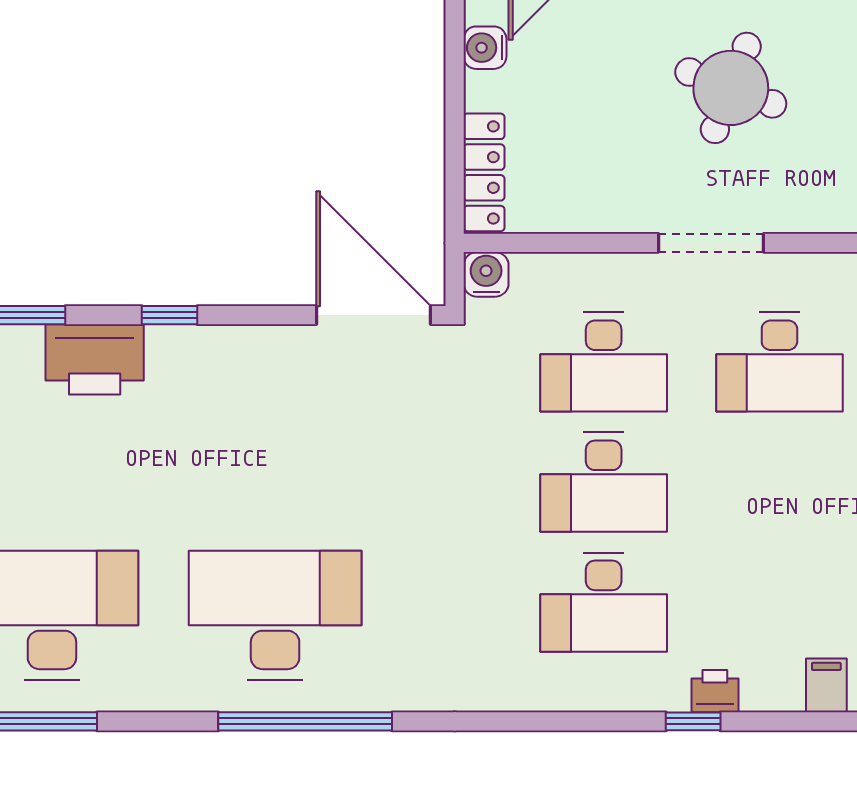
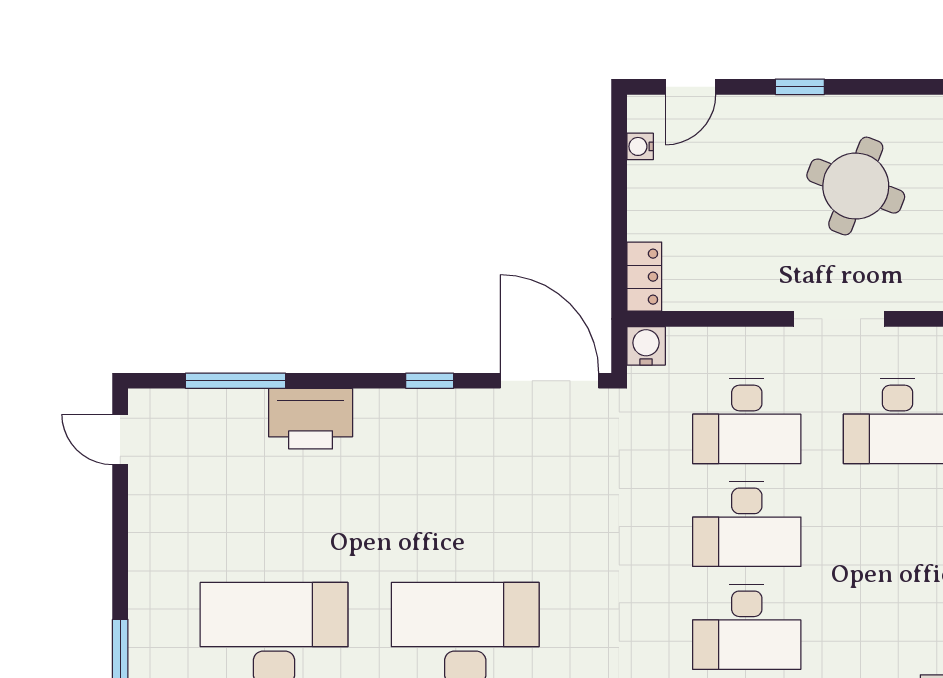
water cooler: (485, 48) -> (640, 146), width x0.72, depth x0.72
locker: (484, 172) -> (644, 277), width x0.66
window: (169, 315) -> (430, 381), moved

